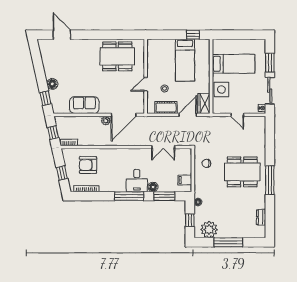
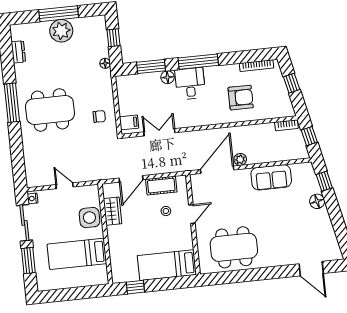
bed: (185, 60) -> (167, 265), moved, turned -90
wardrobe: (204, 104) -> (113, 211), moved
armchair: (88, 165) -> (241, 98), moved
filing cabinet: (185, 180) -> (129, 122), moved
plant: (209, 229) -> (61, 31), moved

